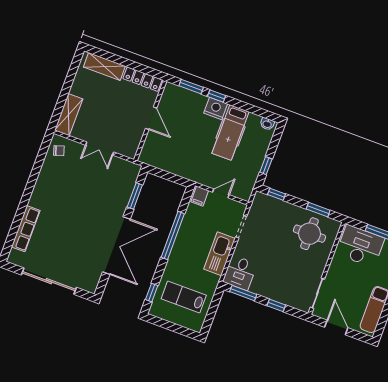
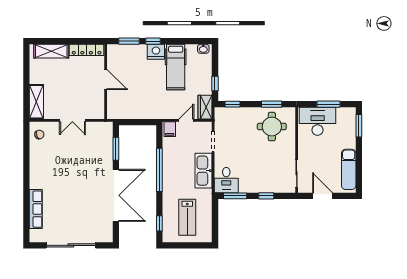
wardrobe: (246, 187) -> (205, 107), added
lab bench: (184, 297) -> (187, 217), turned -90

